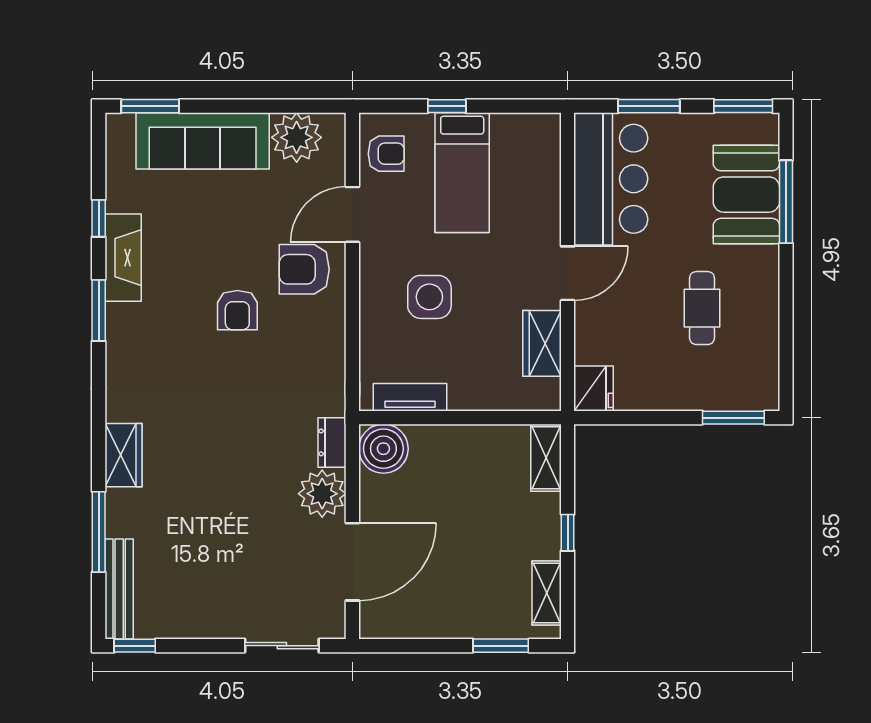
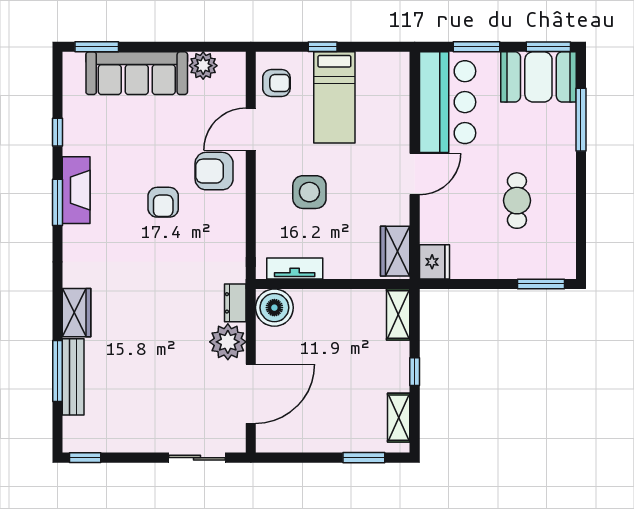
plant: (297, 137) -> (203, 66), width x0.73, depth x0.73
booth: (746, 195) -> (538, 77), moved, turned 90
fireplace: (123, 258) -> (76, 190), moved
wardrobe: (542, 343) -> (395, 251), moved
bench: (119, 589) -> (73, 377), moved

